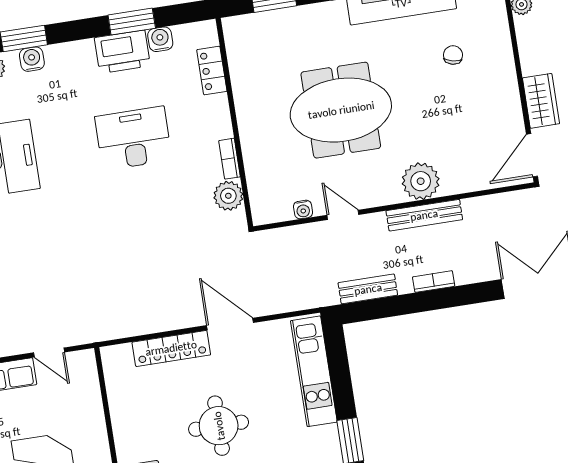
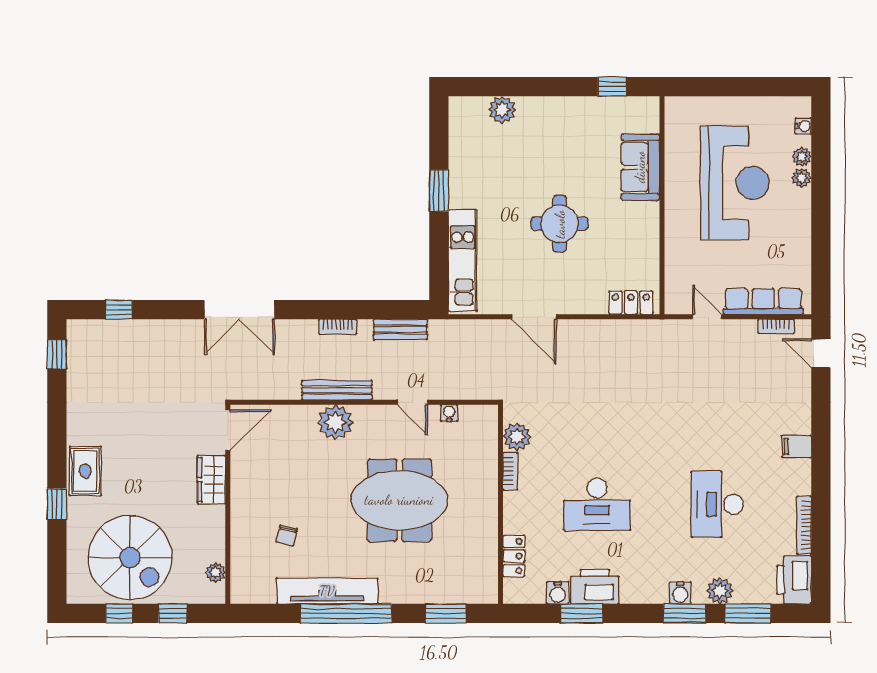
locker: (171, 348) -> (631, 303), moved, width x0.66

